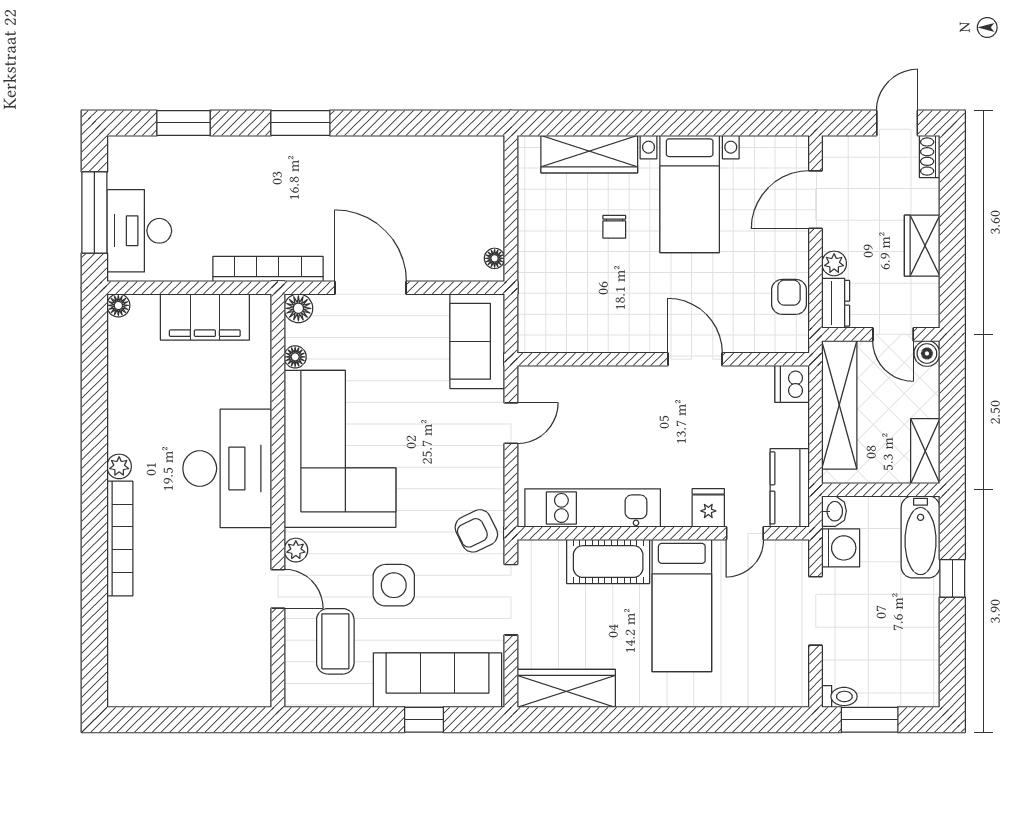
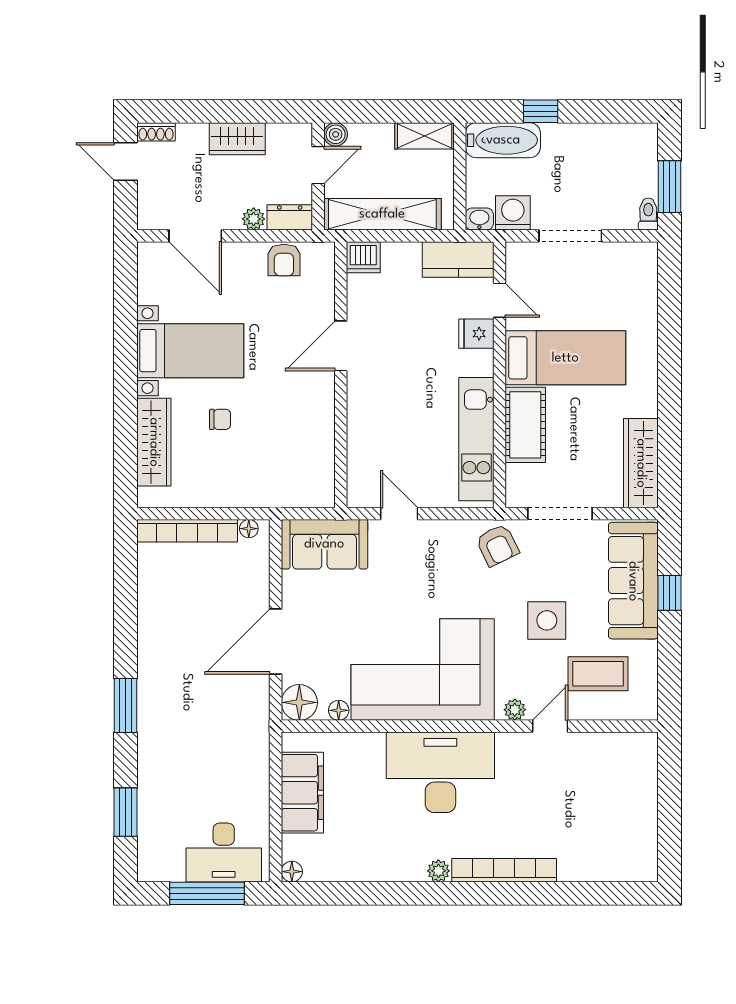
bookcase: (268, 269) -> (187, 531), moved, turned -90
armchair: (789, 297) -> (284, 260), turned -90
floor lamp: (298, 308) -> (299, 702), width x1.38, depth x1.38

